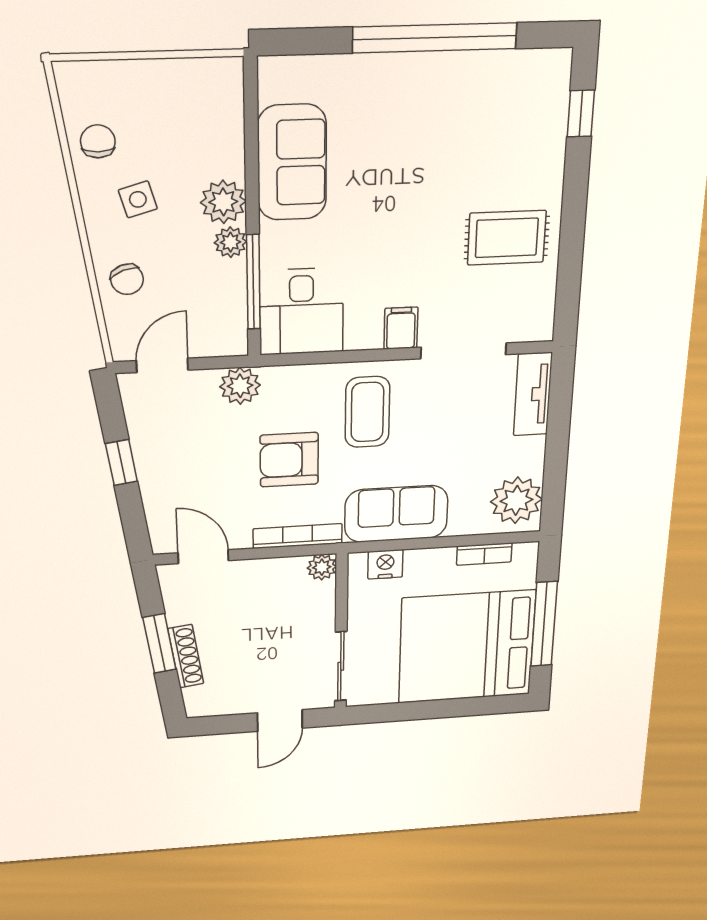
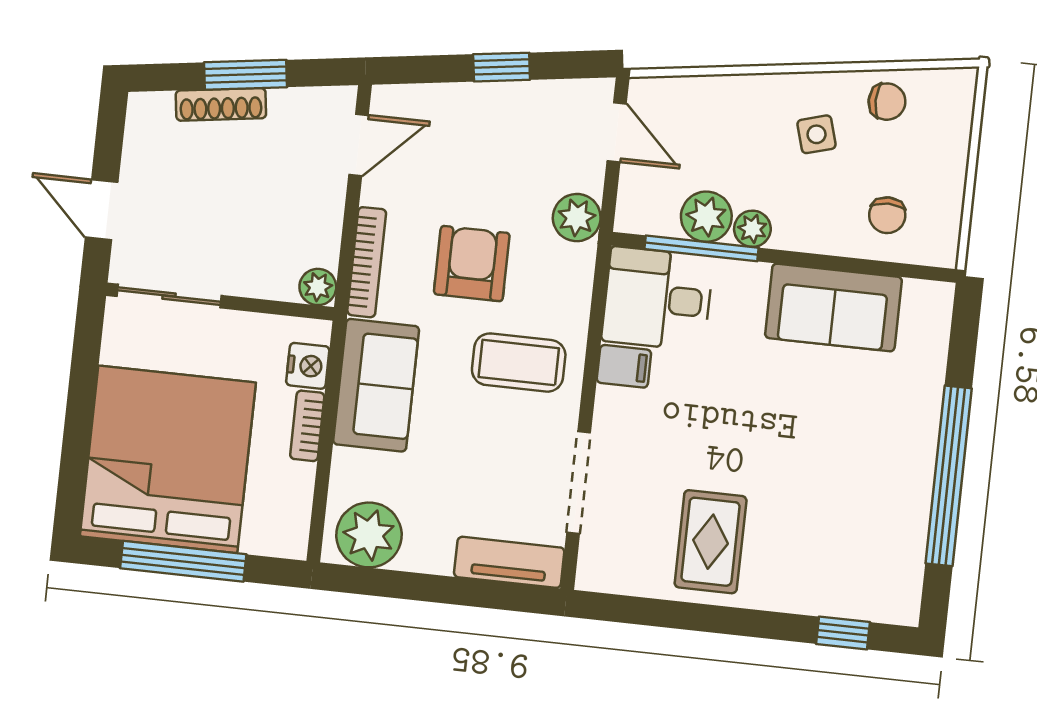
plant: (223, 202) -> (706, 217), moved
chair: (127, 279) -> (887, 215), moved, turned -70
filing cabinet: (401, 328) -> (624, 366), moved
bookcase: (484, 554) -> (307, 426), moved

